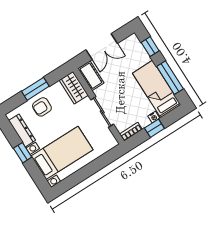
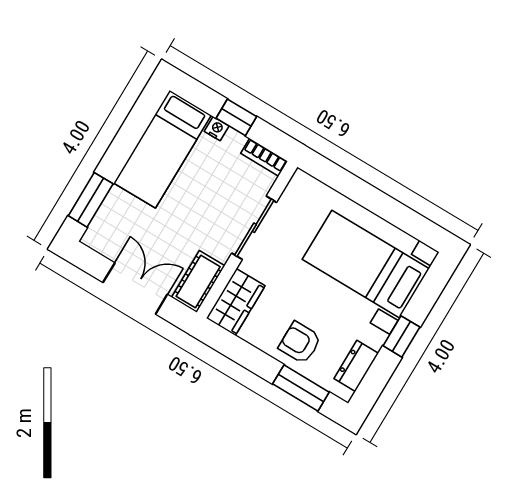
window: (150, 47) -> (91, 200), width x1.50
window: (170, 78) -> (129, 135), removed
window: (35, 89) -> (301, 388), moved
armchair: (42, 107) -> (300, 343), turned 180
dresser: (22, 130) -> (356, 366), width x0.70

